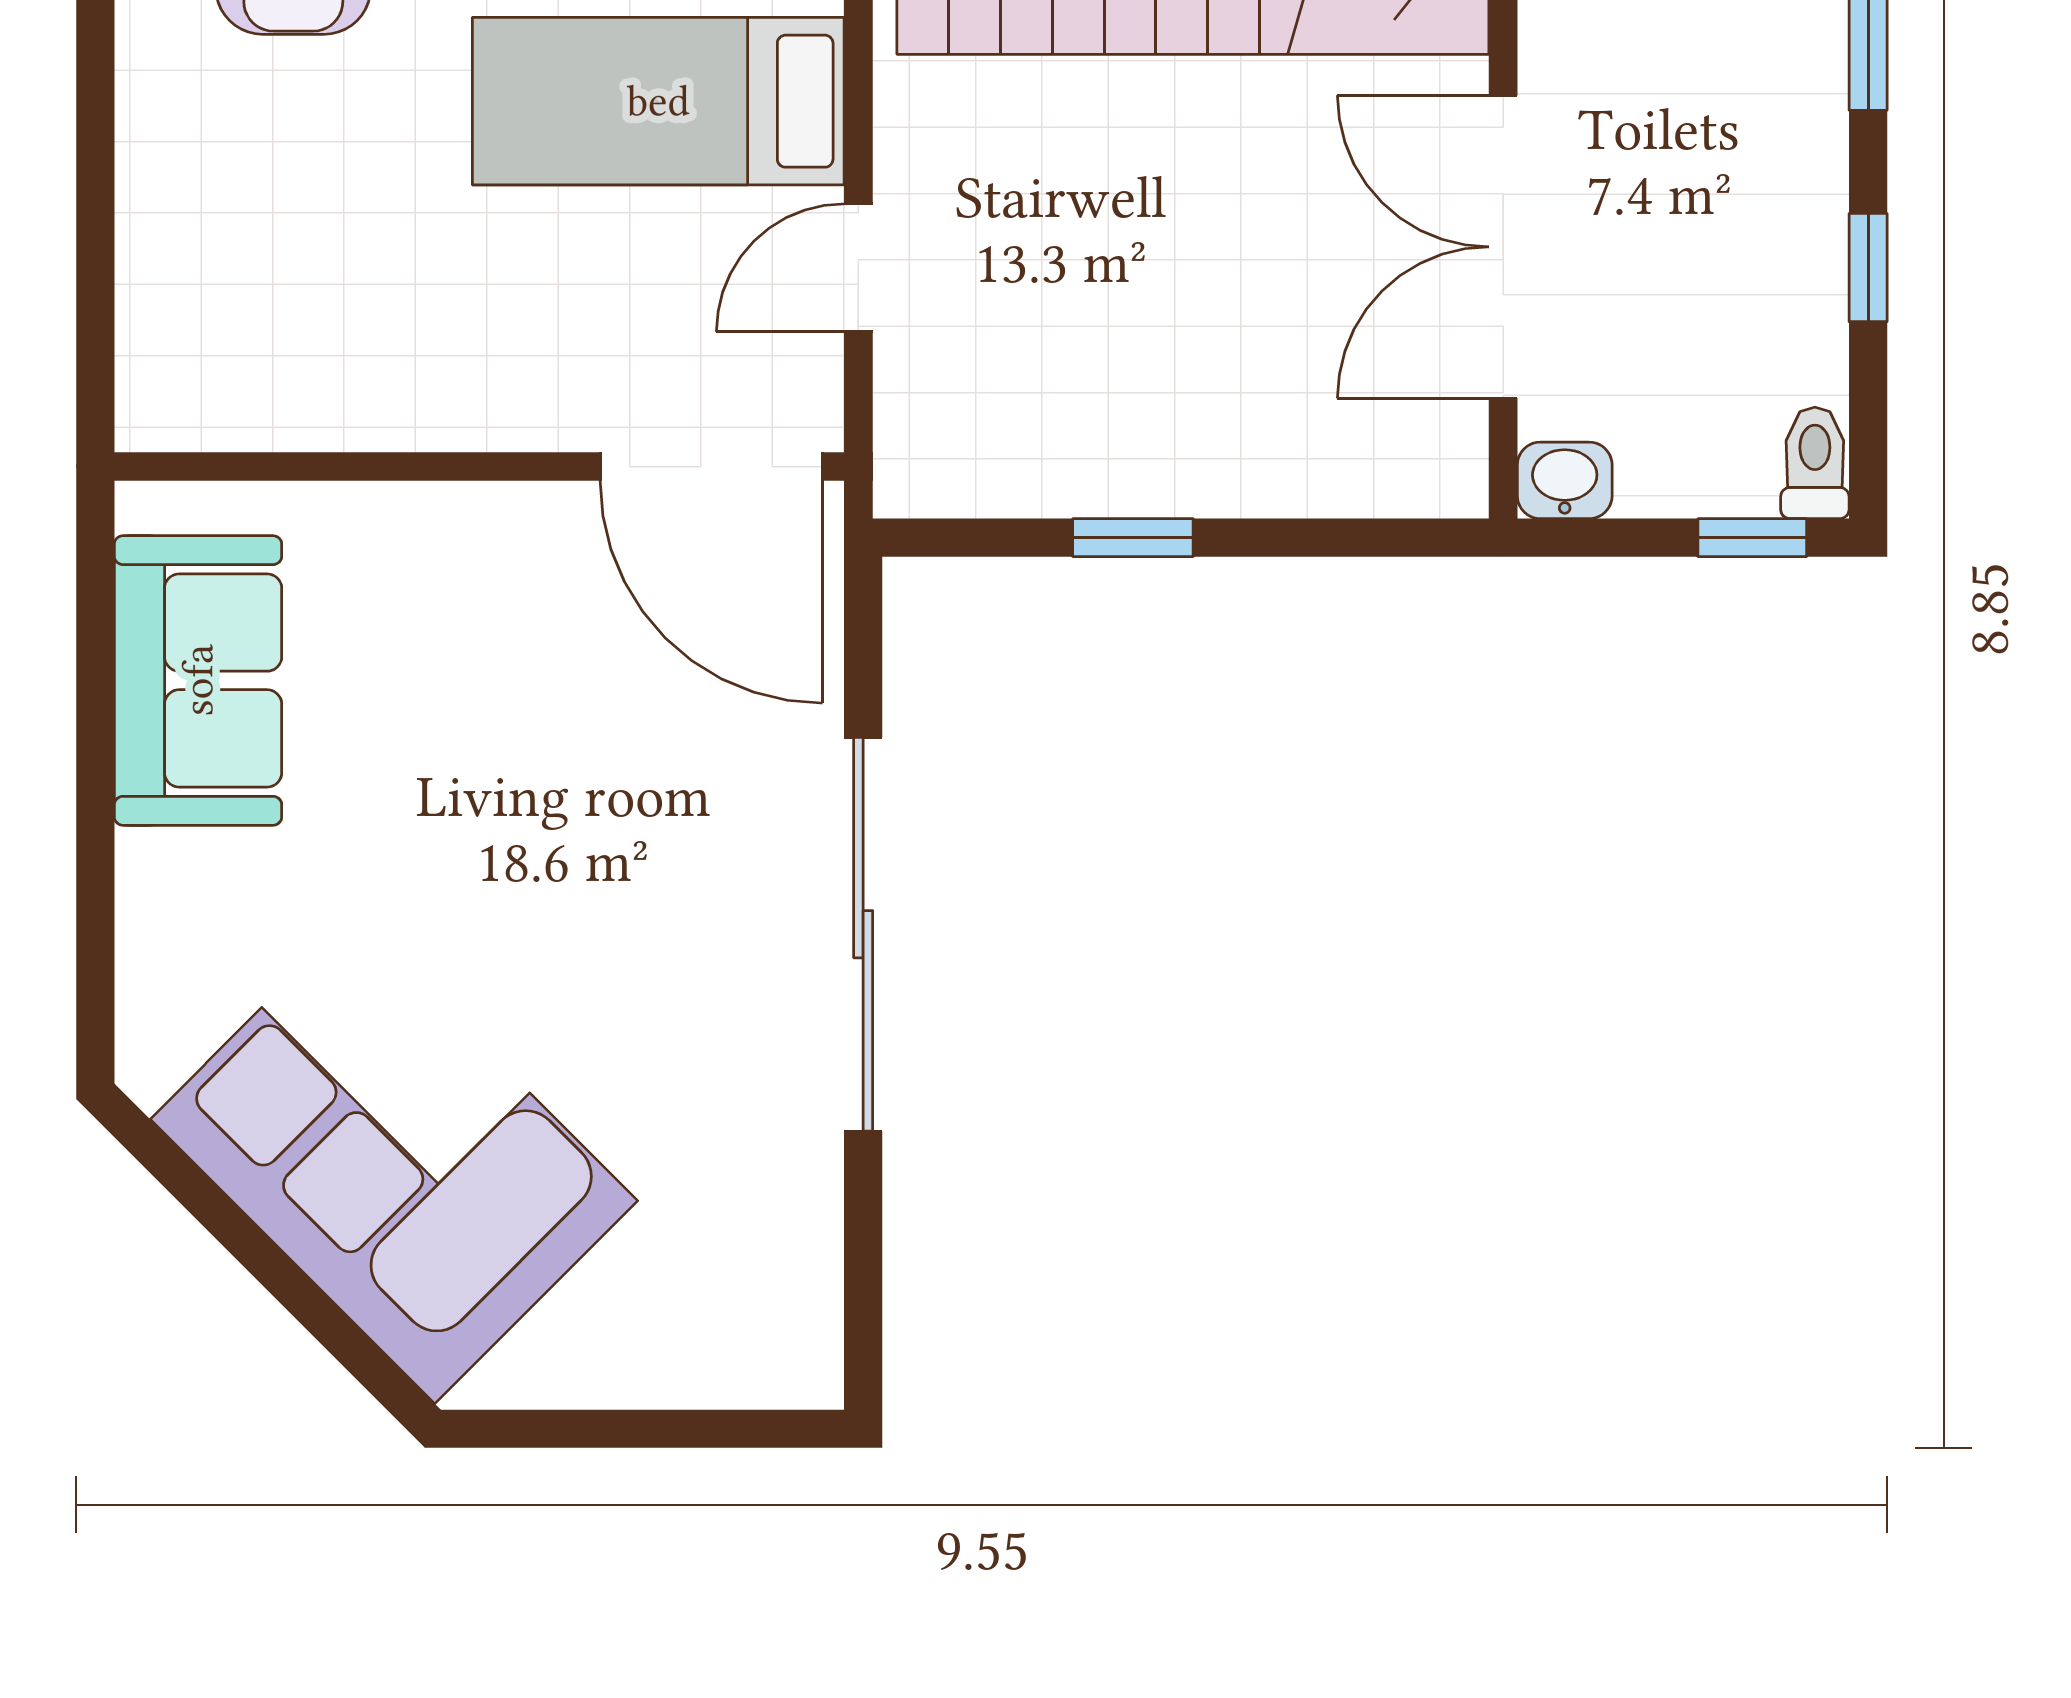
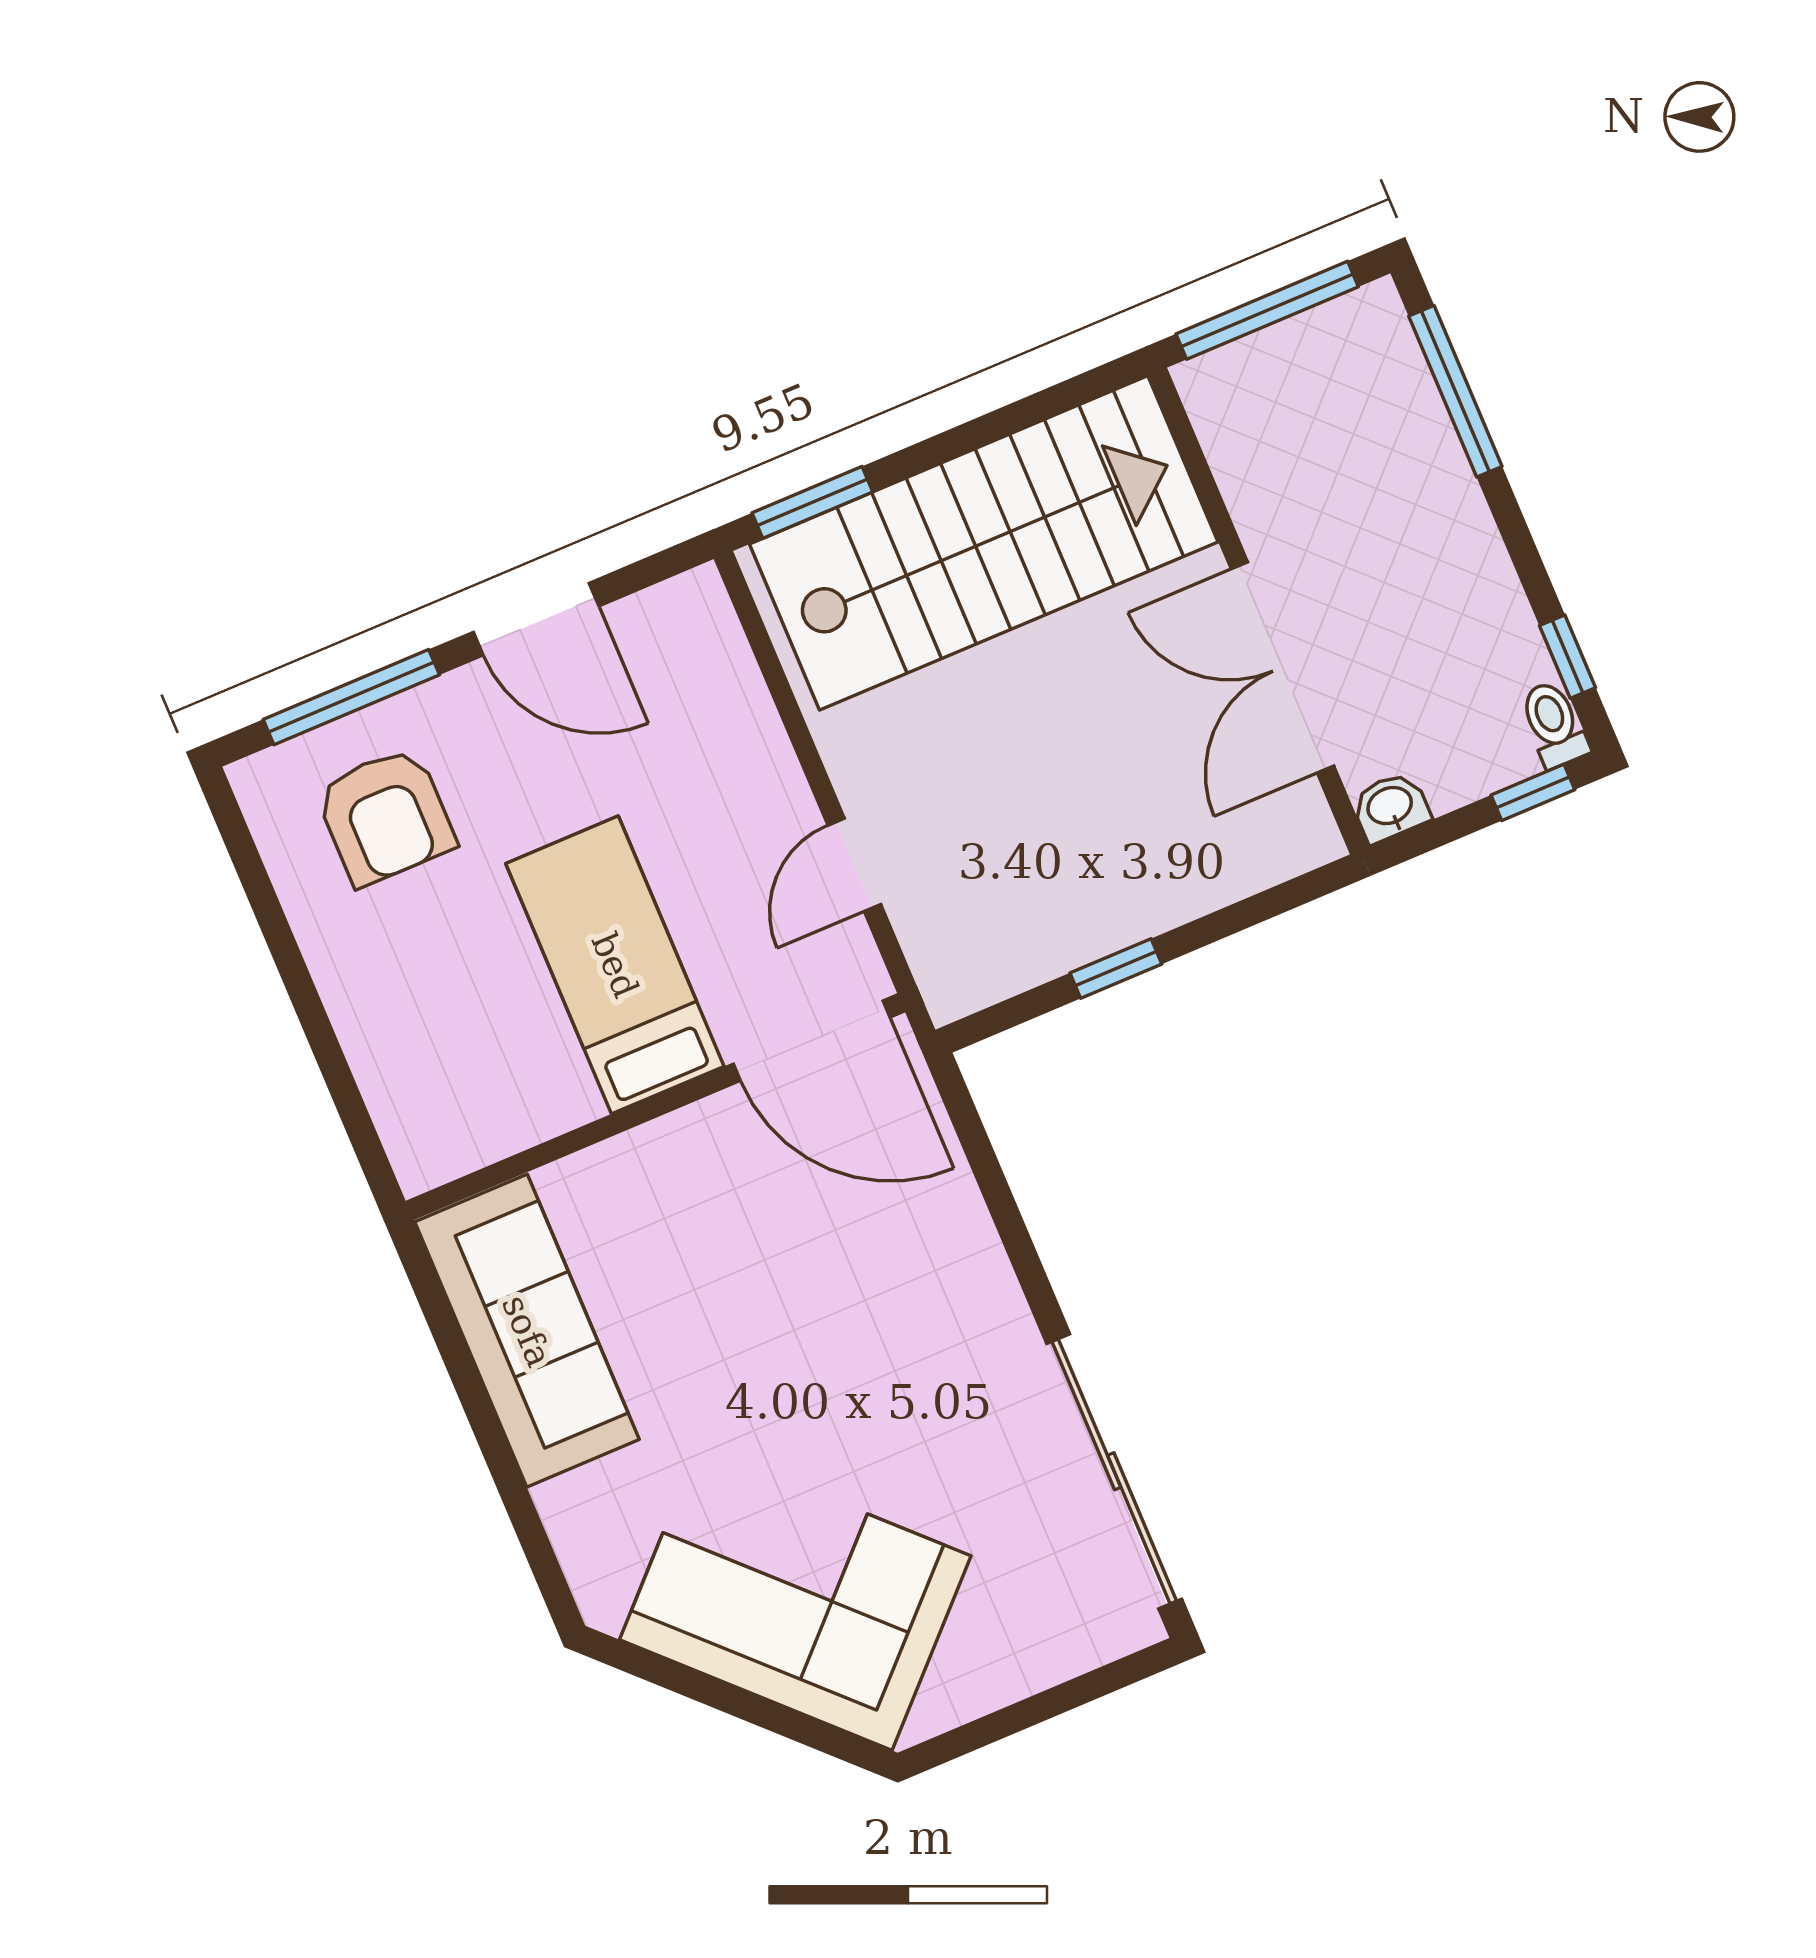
bed: (658, 101) -> (615, 965), moved, turned 90
window: (1868, 268) -> (1567, 657), moved
sofa: (198, 680) -> (527, 1331), width x1.36
sliding door: (863, 934) -> (1114, 1471), moved

